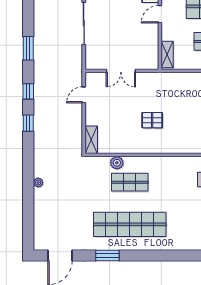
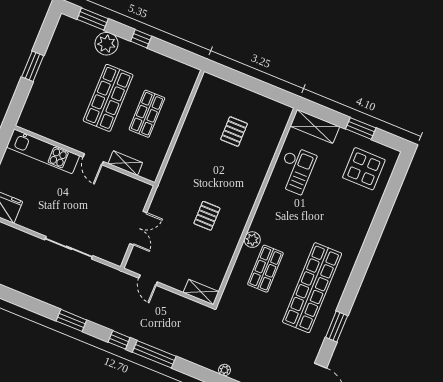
shelving: (167, 55) -> (125, 163), moved
window: (28, 123) -> (154, 354), width x2.17
plant: (117, 163) -> (252, 240), moved

